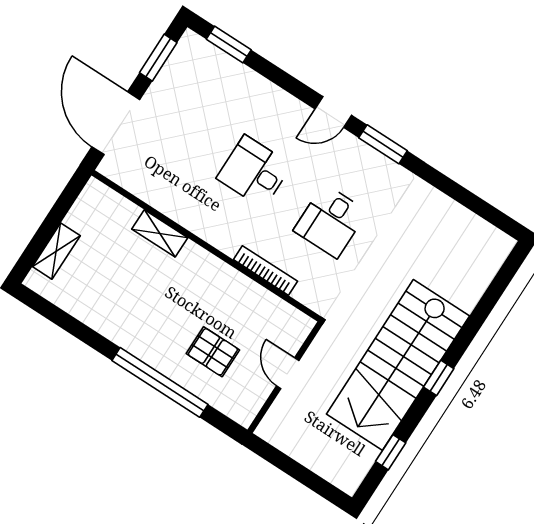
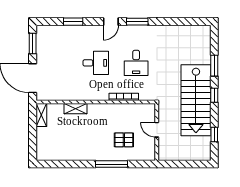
window: (229, 44) -> (73, 22), moved
desk: (254, 172) -> (96, 63), turned 180
shelving: (56, 251) -> (41, 115), moved
window: (475, 322) -> (214, 66), added
window: (160, 382) -> (112, 164), width x0.68

